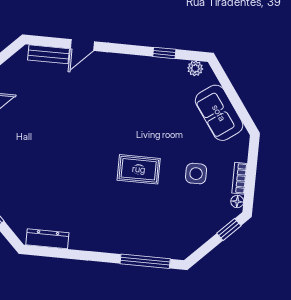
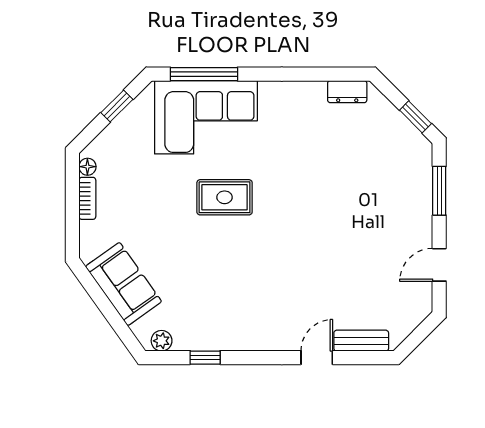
side table: (196, 174) -> (147, 199), removed
corner sofa: (147, 229) -> (206, 117), added
window: (229, 229) -> (117, 106), moved
dresser: (47, 239) -> (347, 92), width x0.70

